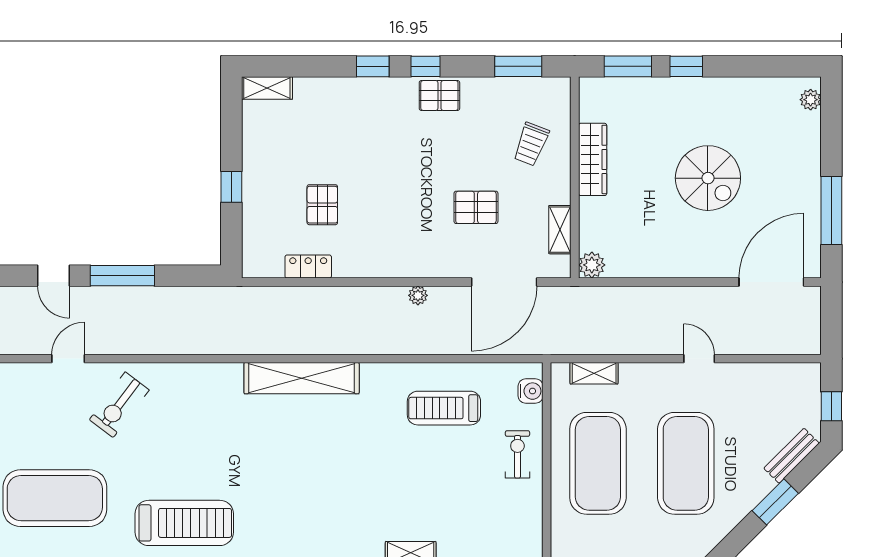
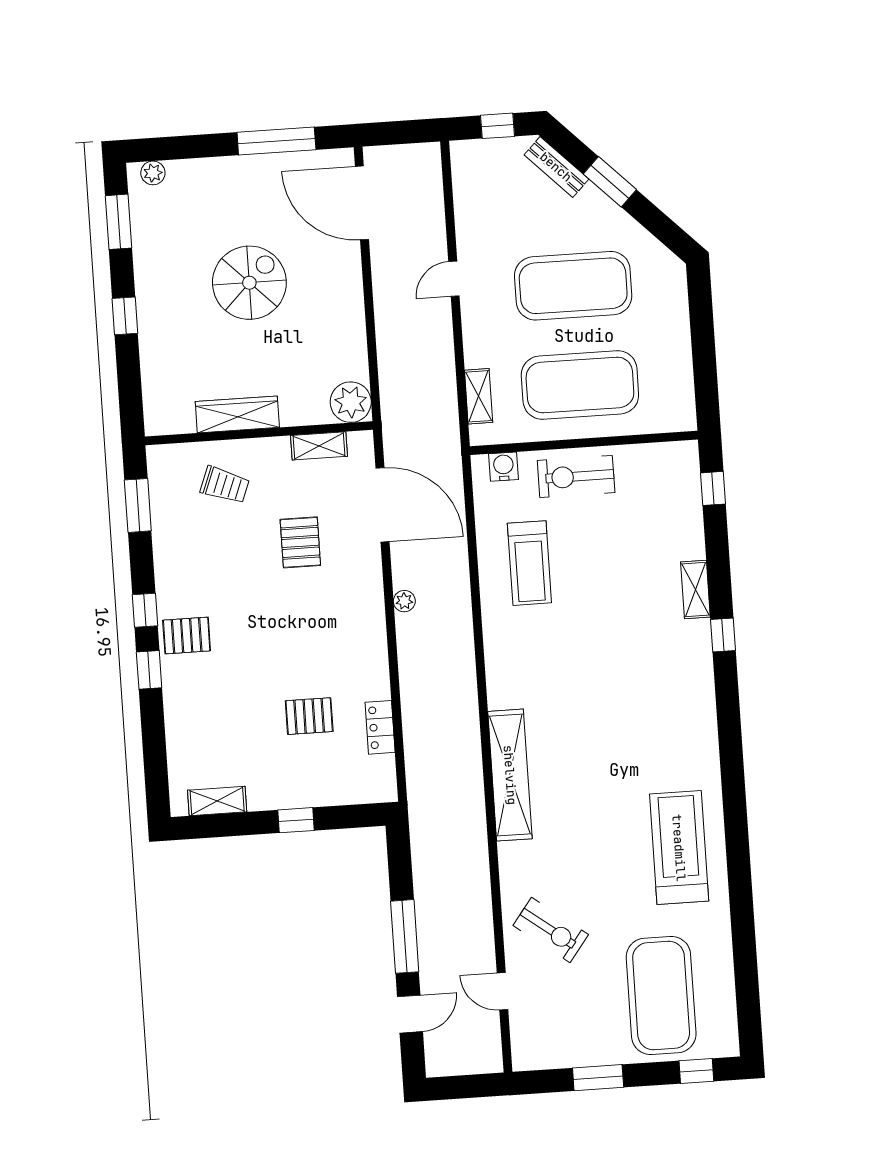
window: (628, 66) -> (118, 222), moved
shelving: (267, 88) -> (217, 801), moved, turned 90
pallet: (439, 96) -> (187, 636), moved, turned 90
plant: (592, 265) -> (351, 402), width x1.36, depth x1.36
shelving: (302, 378) -> (510, 775), moved
exercise bike: (517, 454) -> (576, 476), width x1.38, depth x1.39

